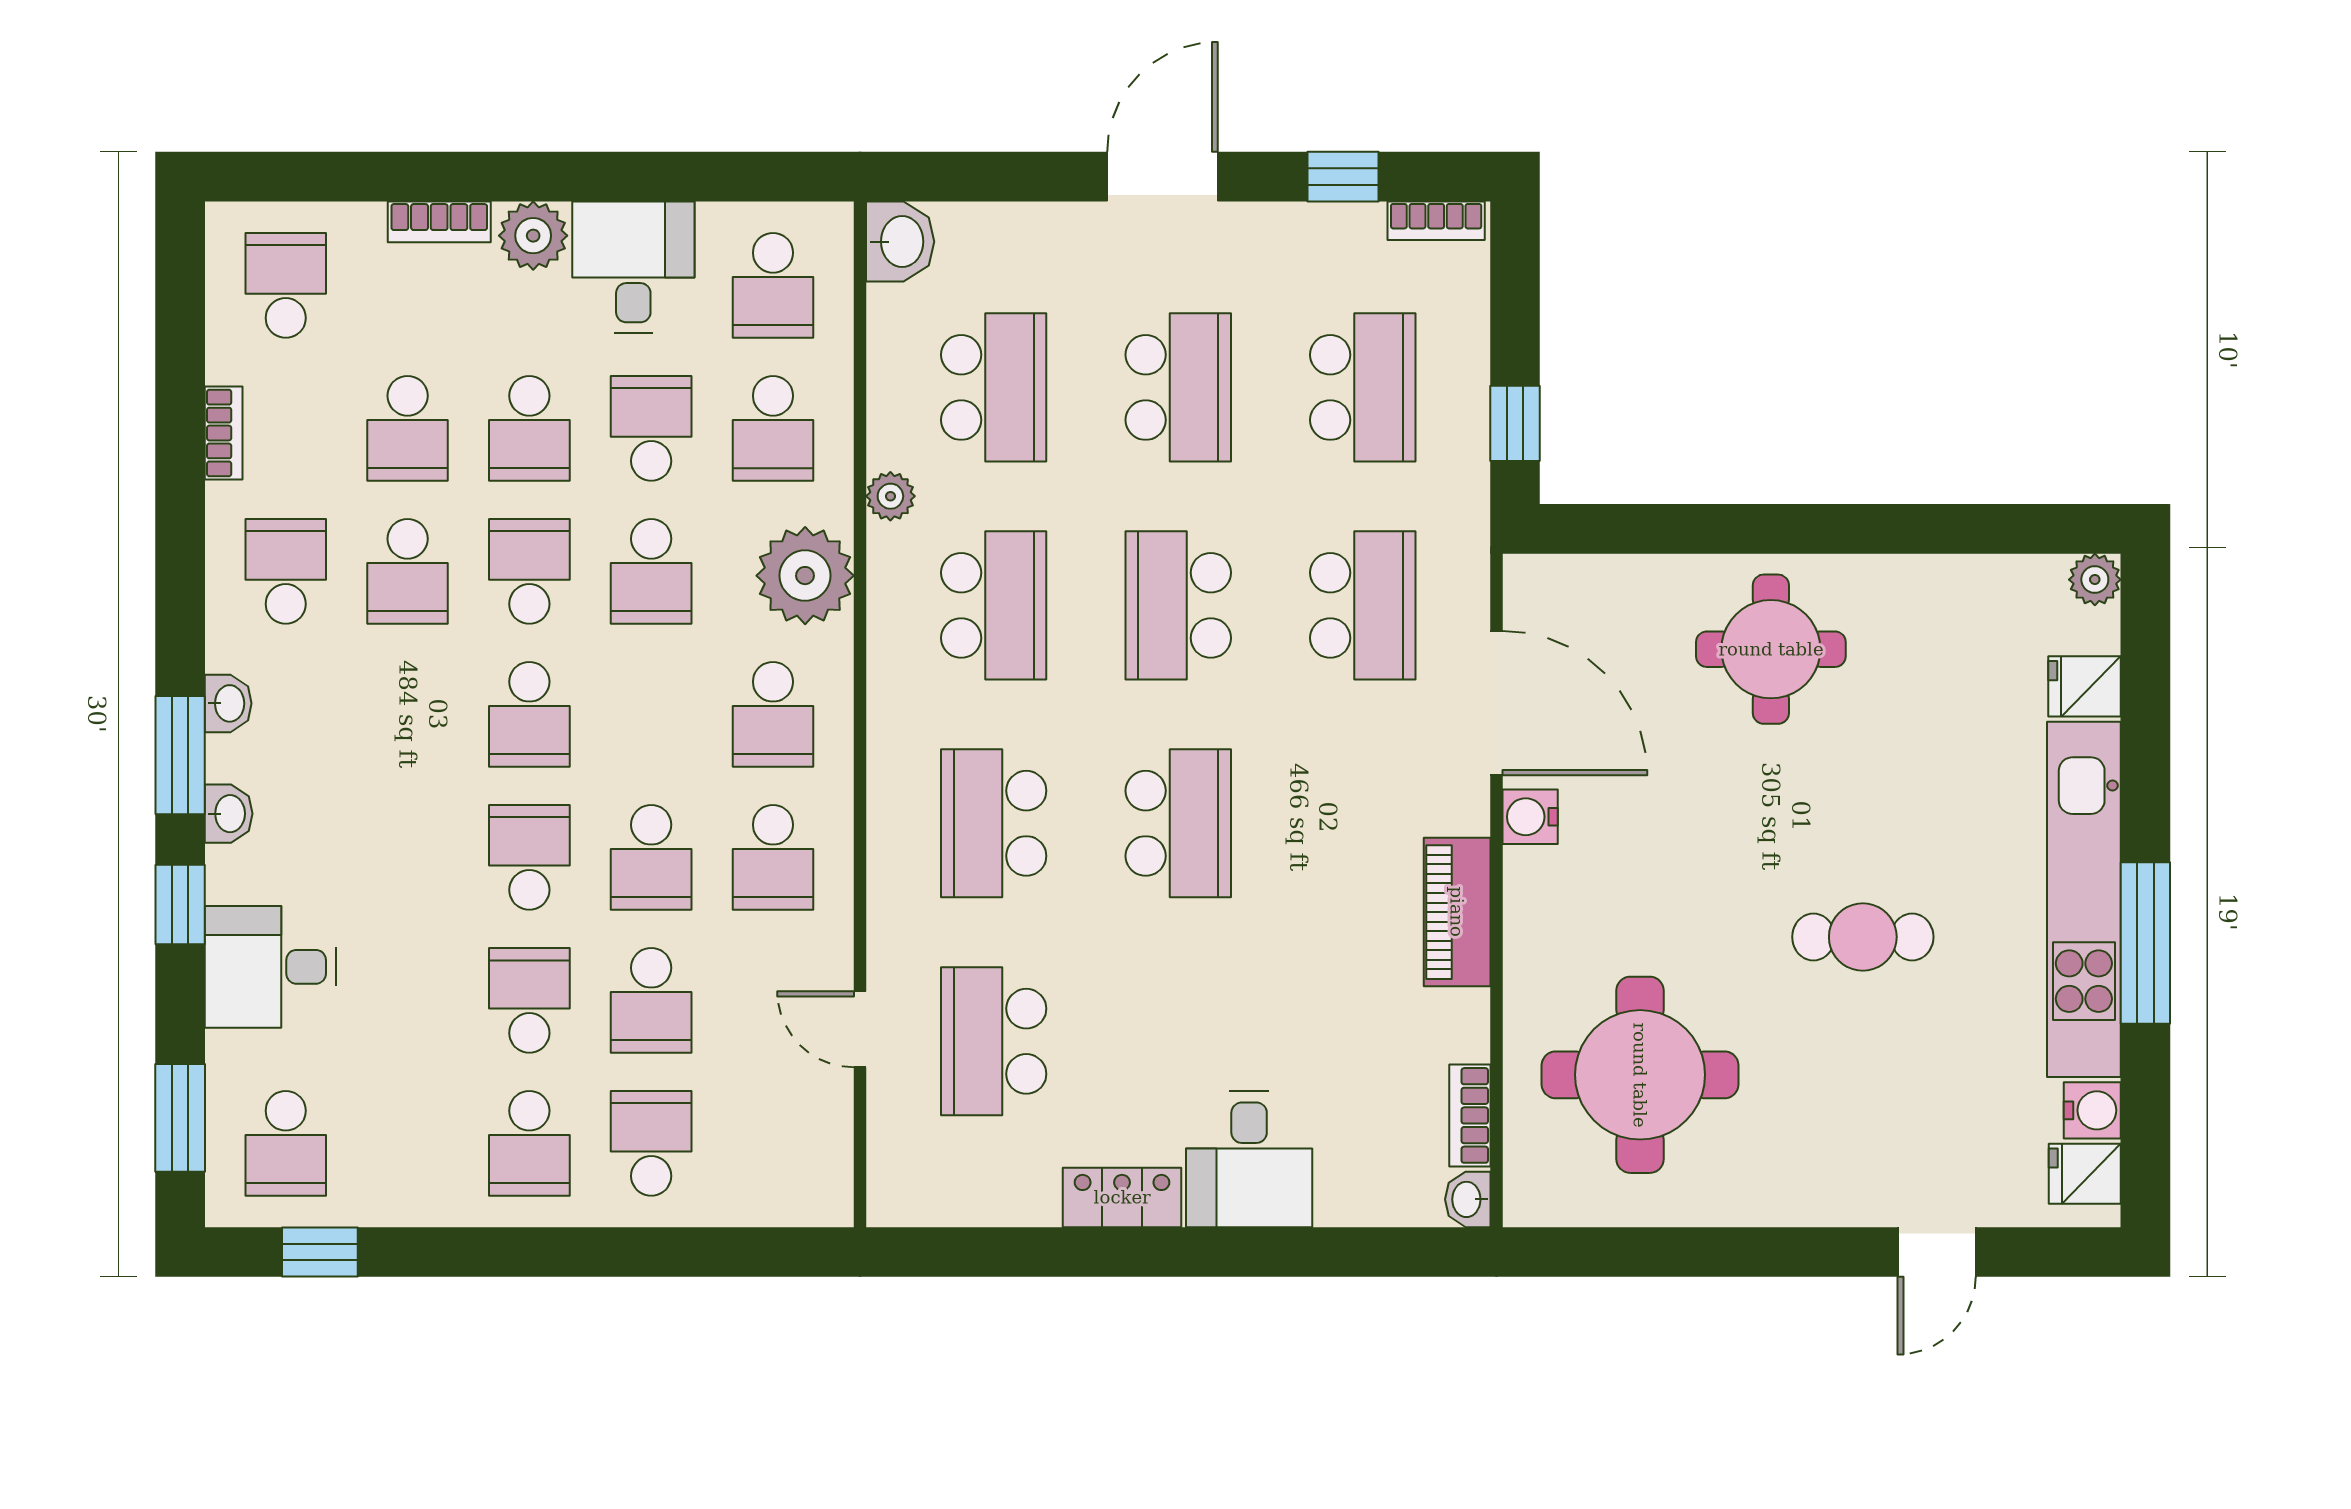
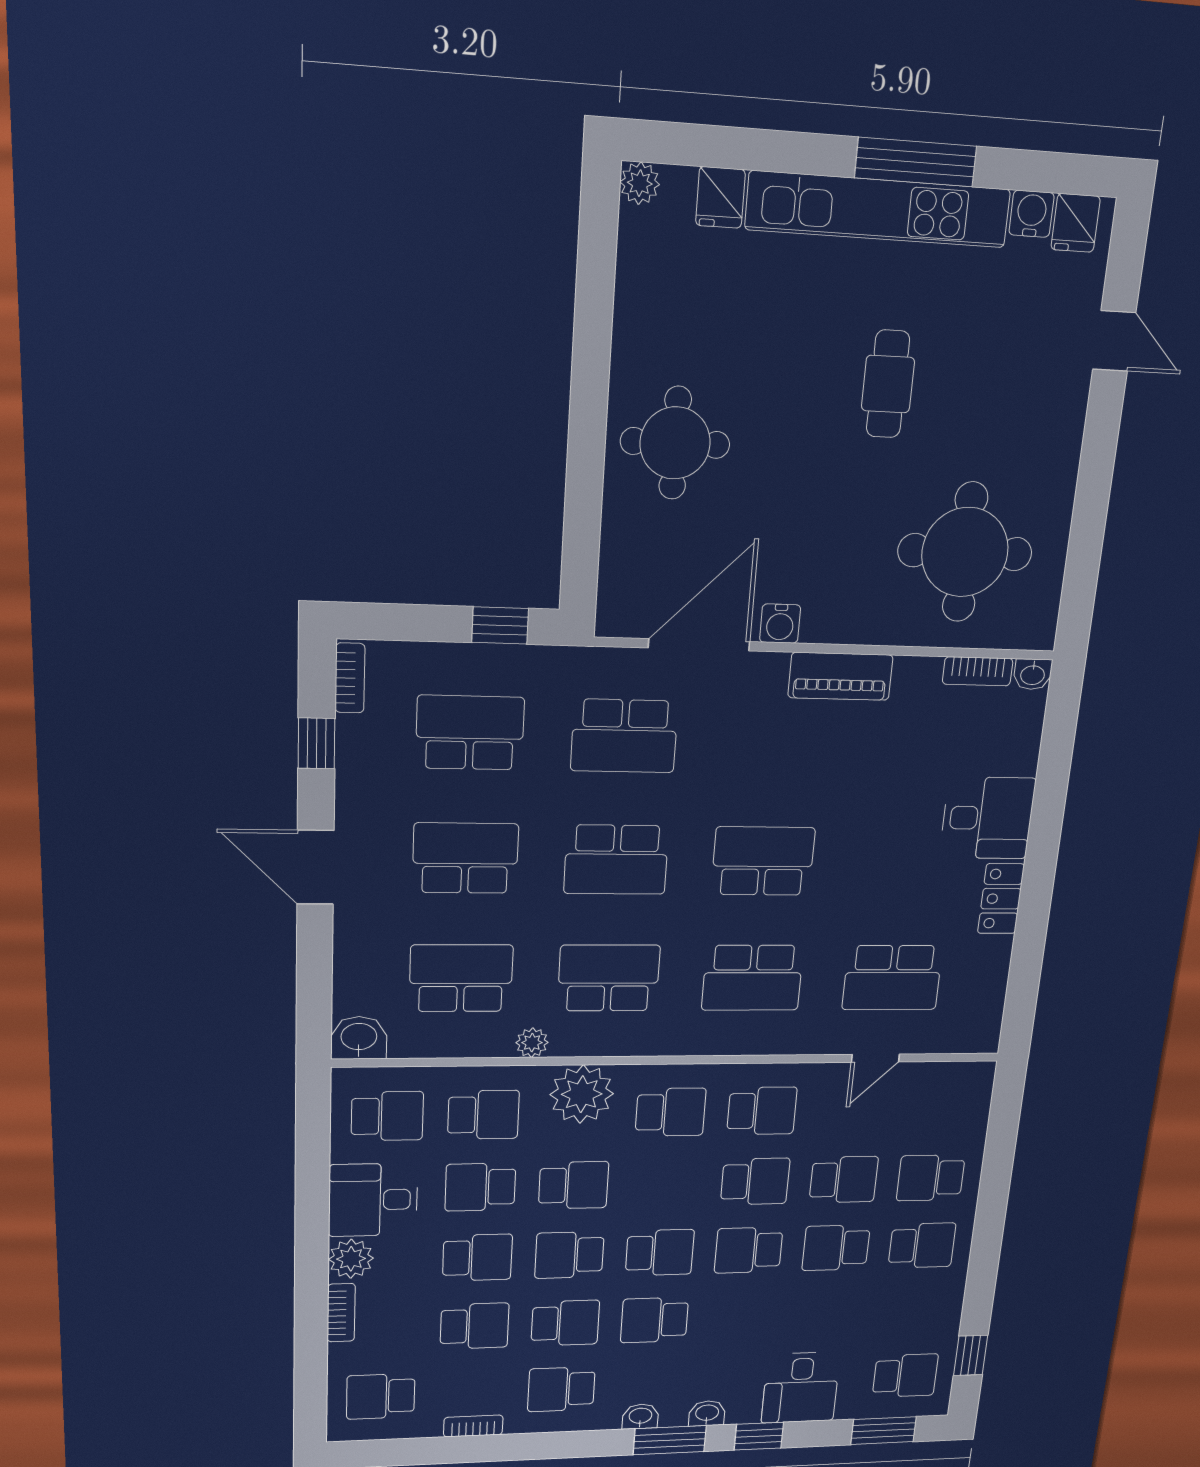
school desk: (1363, 605) -> (624, 736), turned 180
school desk: (408, 714) -> (655, 1320), added

